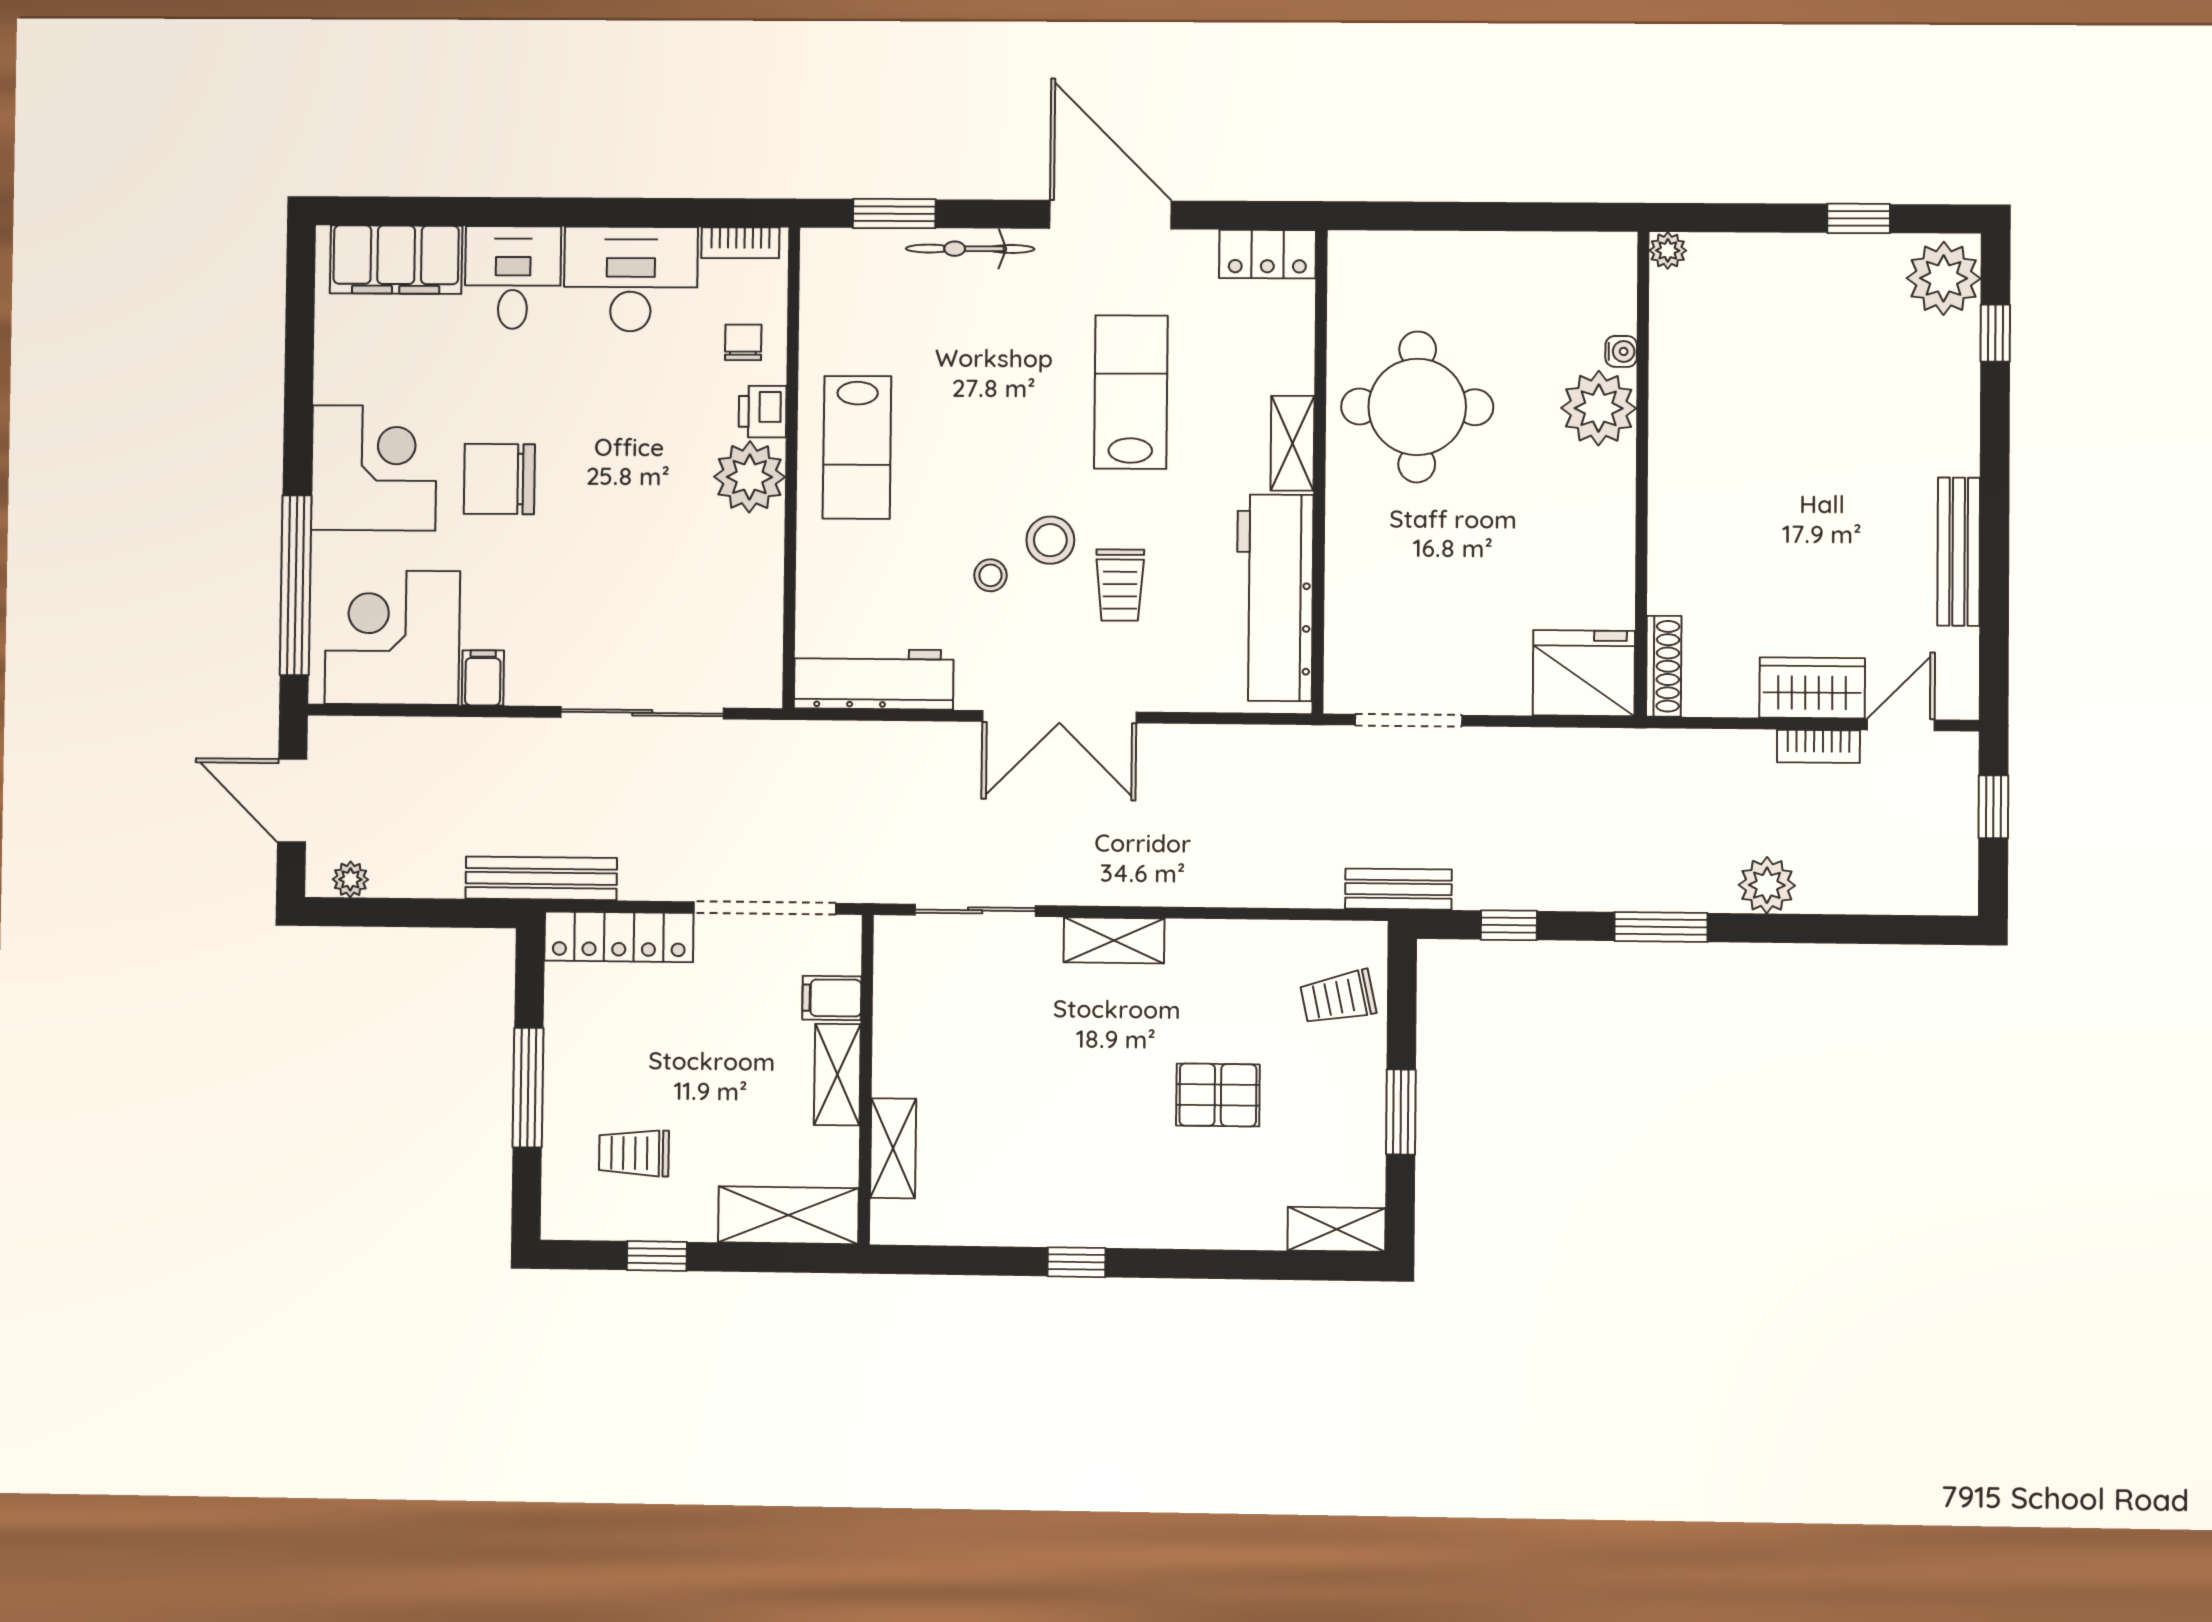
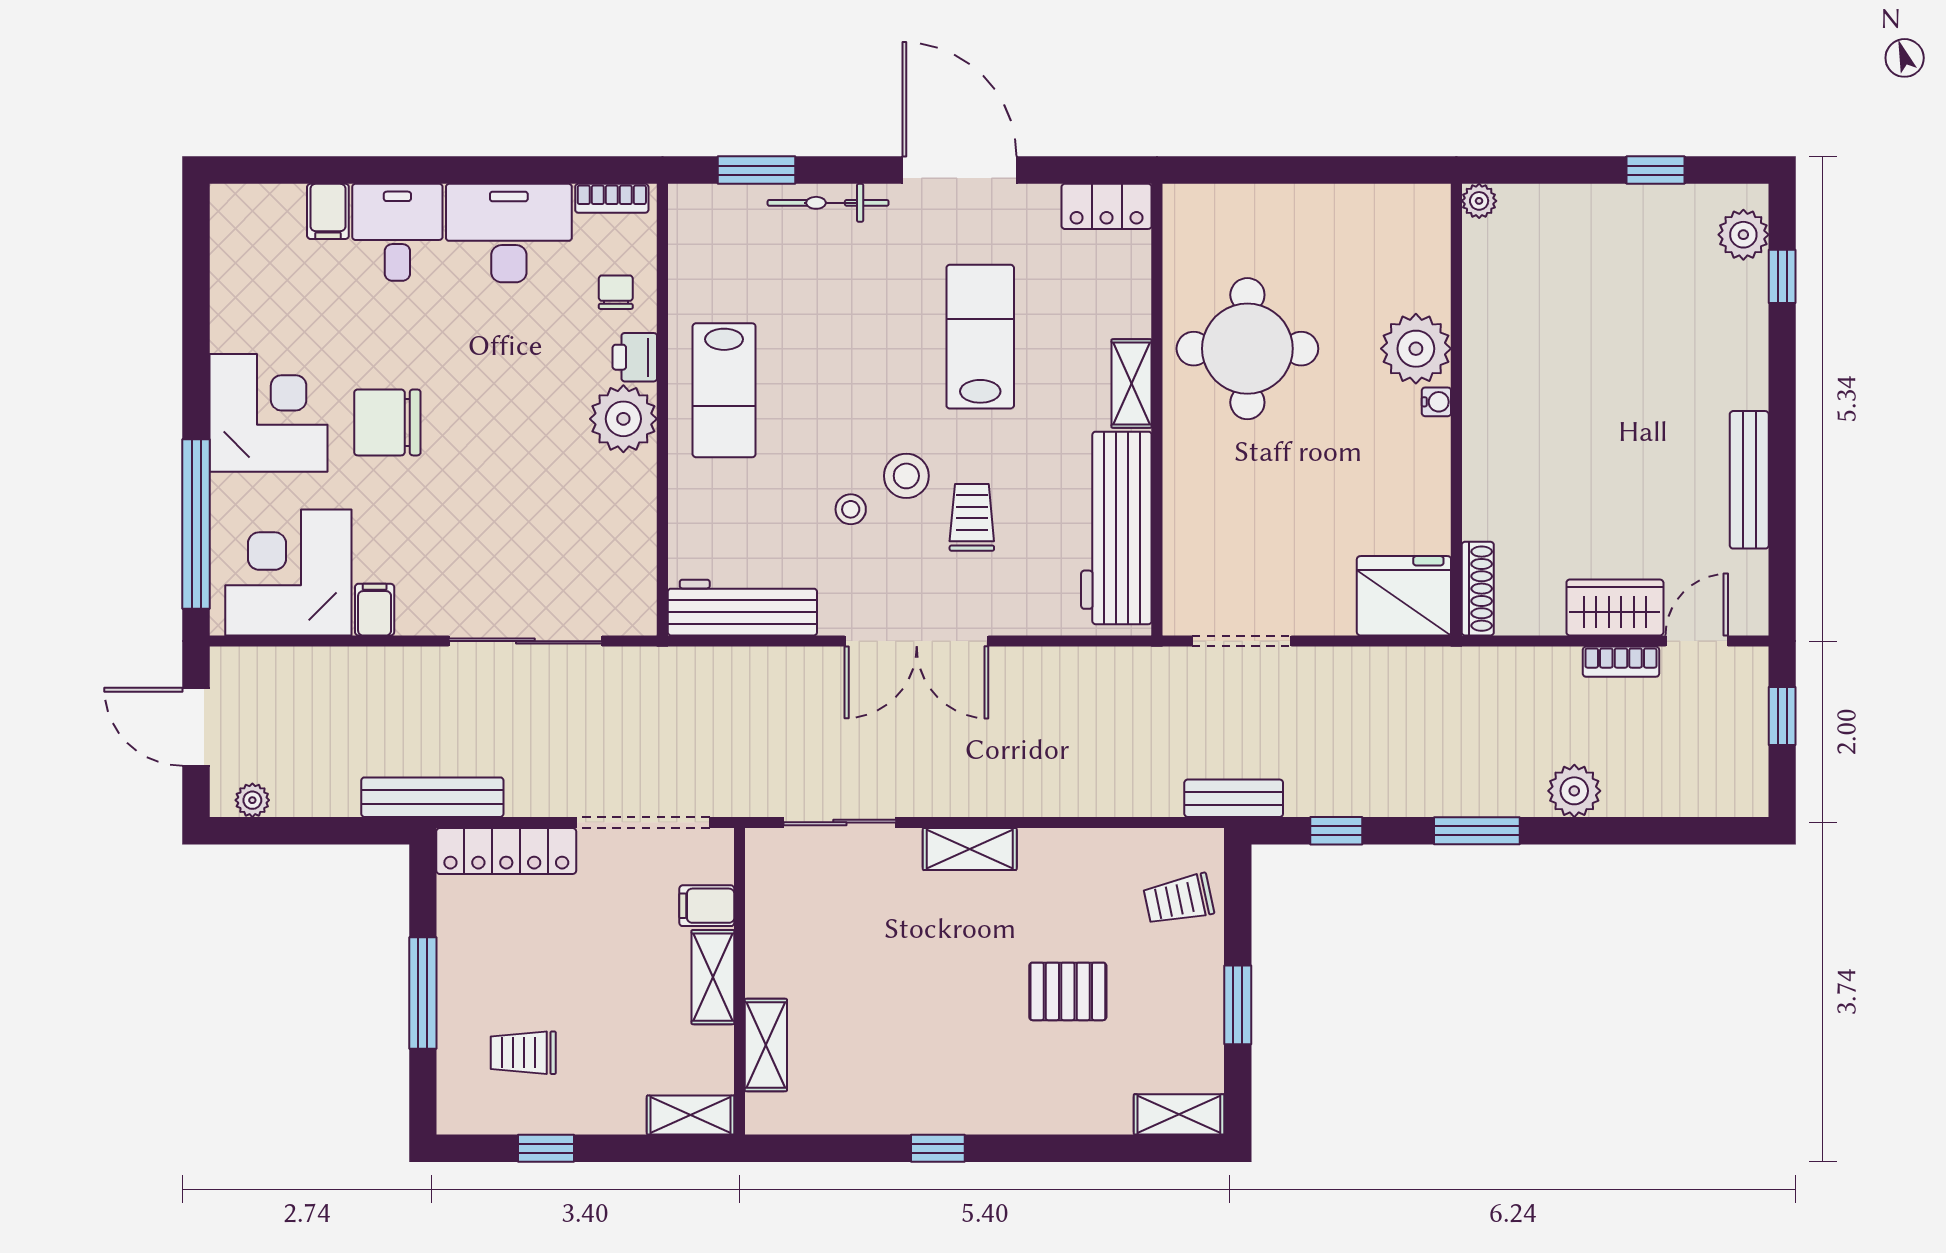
filing cabinet: (396, 260) -> (328, 211), width x0.33, depth x0.86
plant: (1944, 278) -> (1743, 235), width x0.73, depth x0.73
water cooler: (1621, 351) -> (1436, 402), moved
trolley: (1120, 585) -> (972, 517), turned 180
shelving: (788, 1215) -> (691, 1115), width x0.67, depth x0.75

